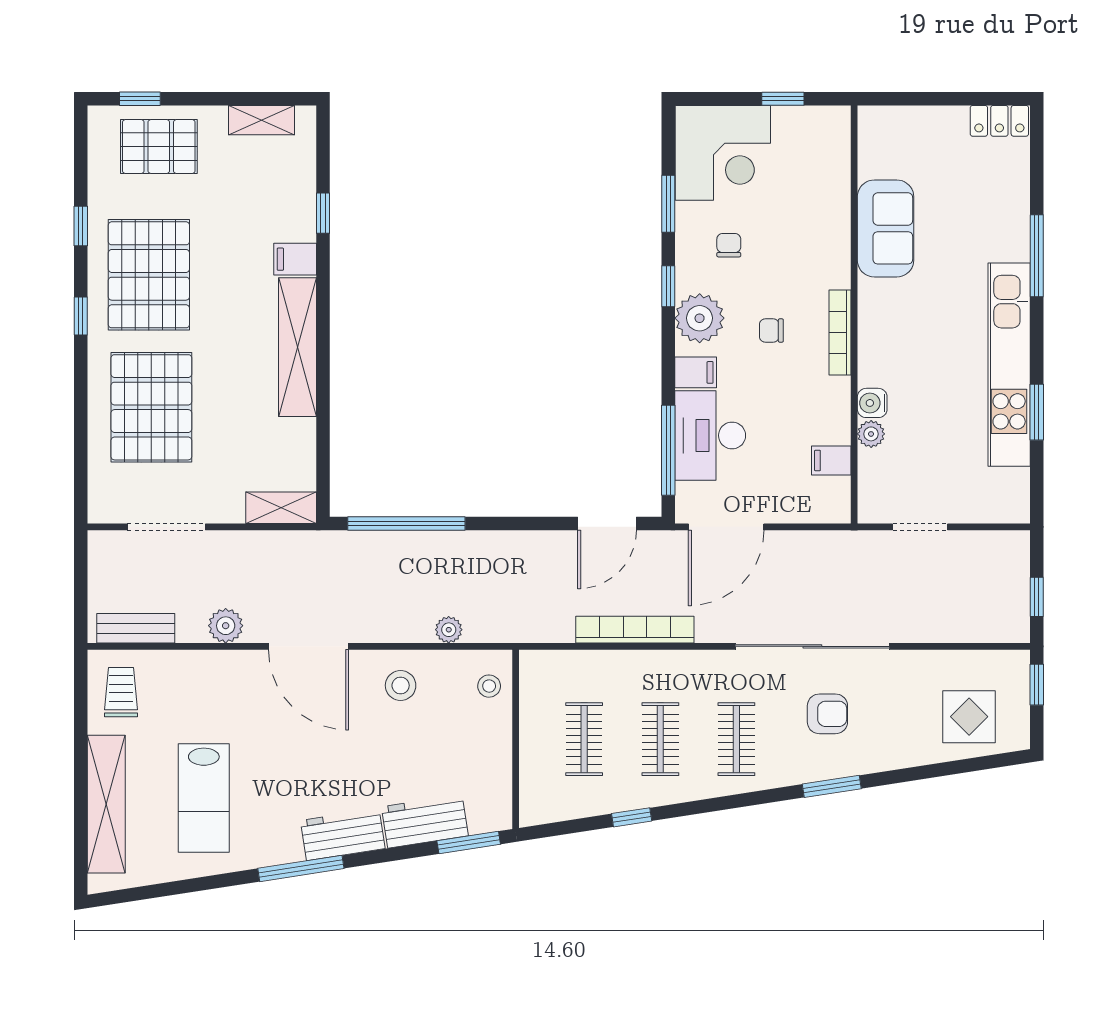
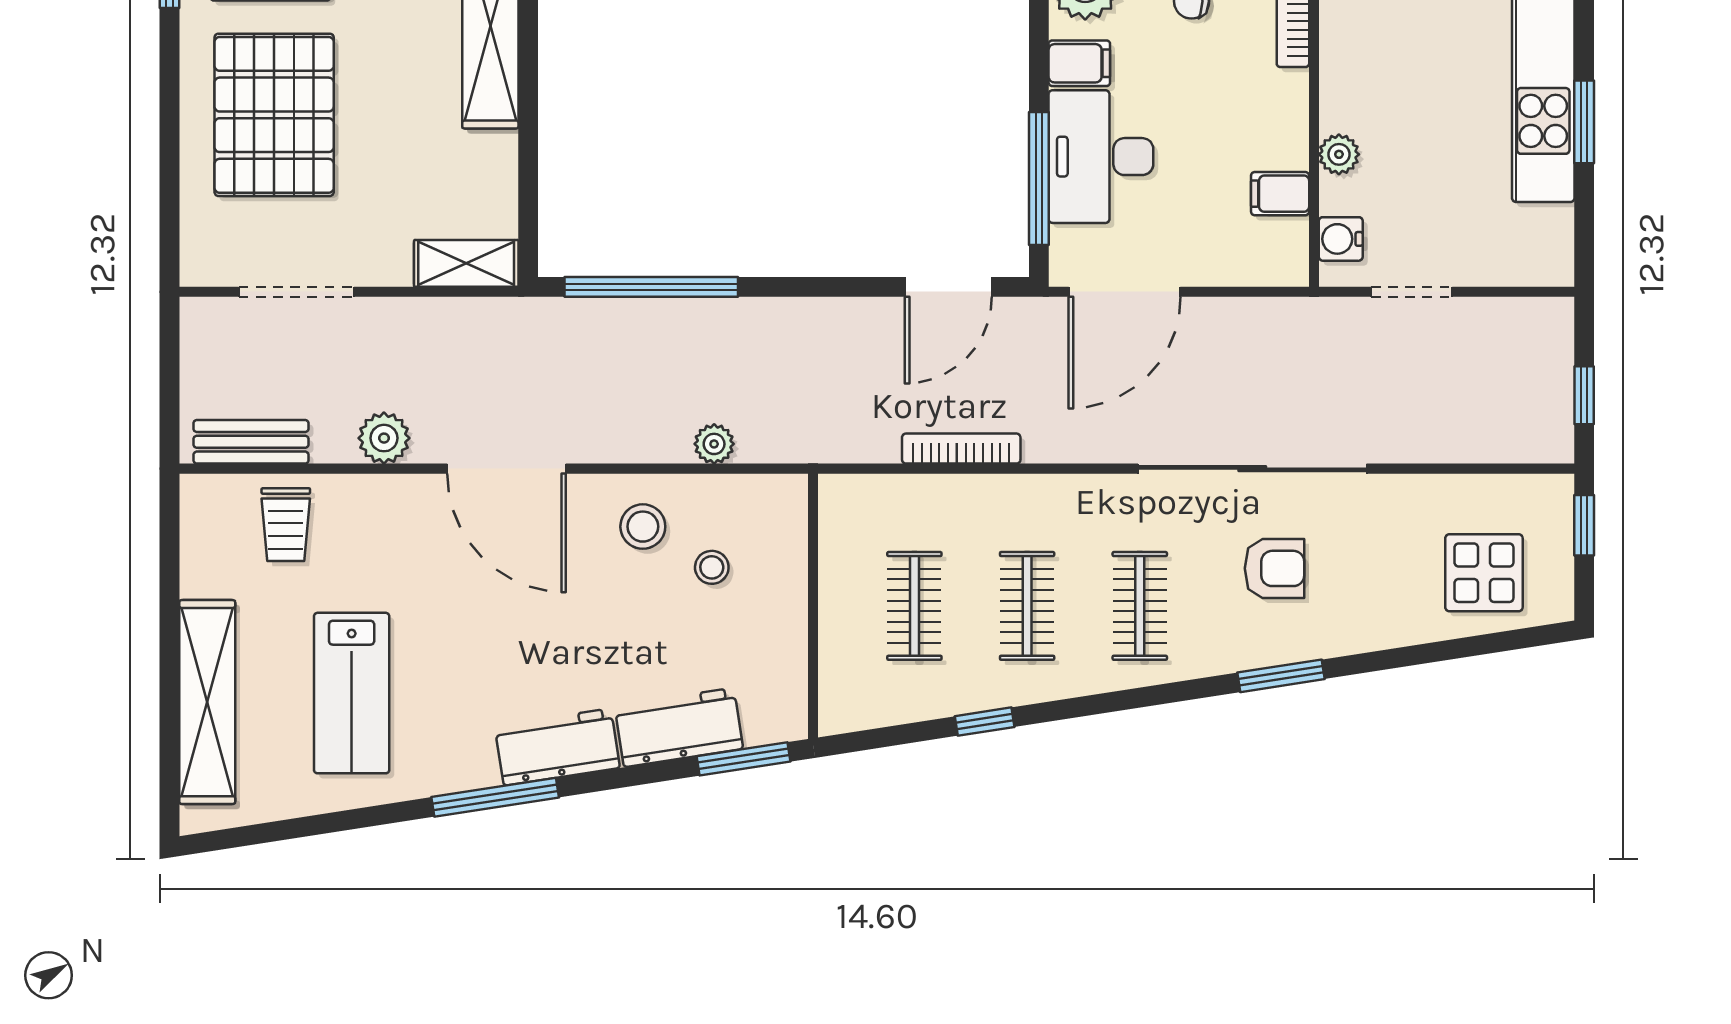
water cooler: (872, 403) -> (1341, 239), moved
bookcase: (635, 630) -> (961, 449), width x0.68, depth x0.76
stool: (489, 686) -> (712, 567), moved
trolley: (121, 692) -> (286, 525), moved, turned 180

